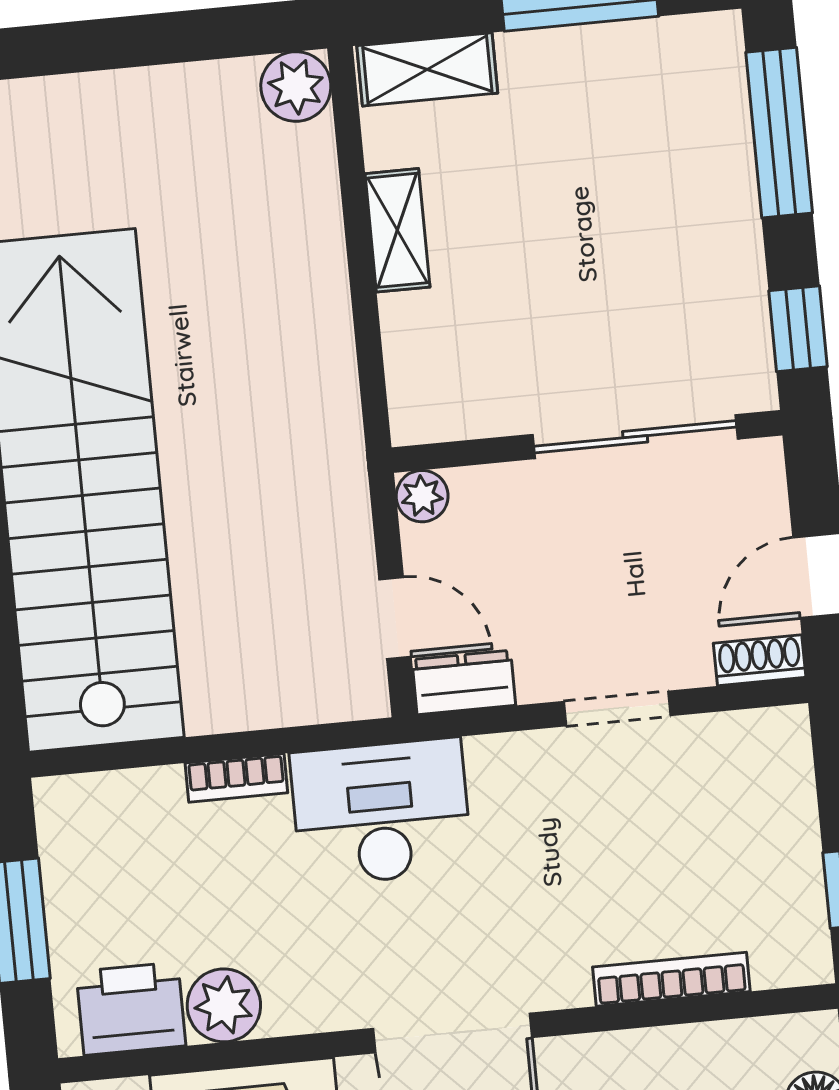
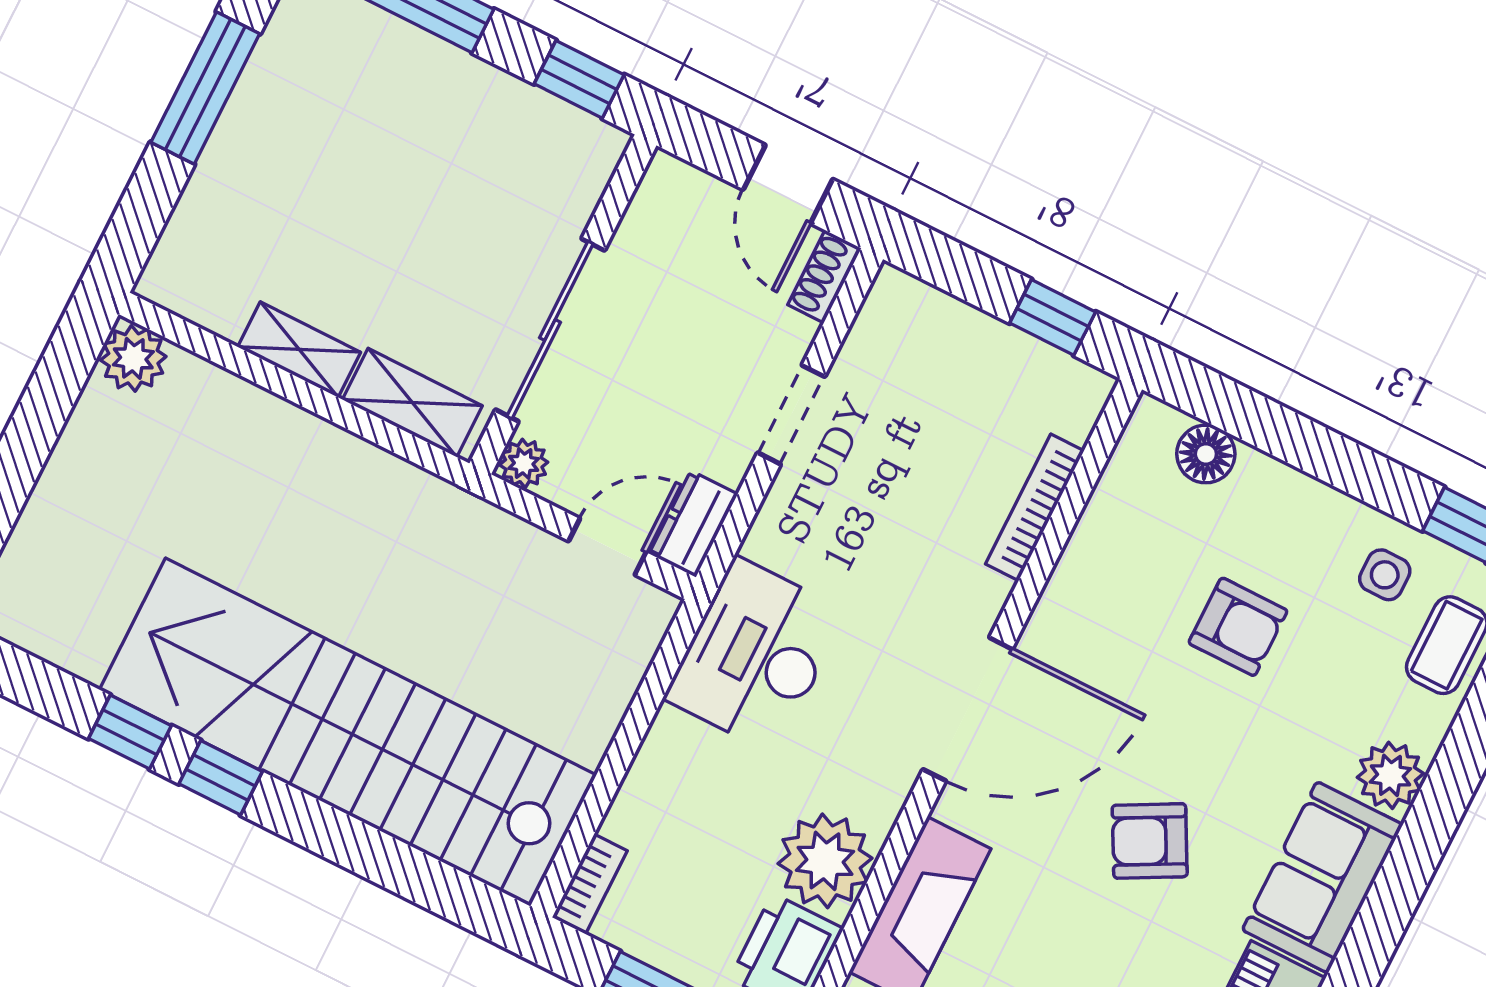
shelving: (427, 69) -> (412, 403), moved, turned 90
sliding door: (635, 437) -> (550, 330), moved
bookcase: (236, 778) -> (590, 884), moved
plant: (224, 1005) -> (825, 861), width x1.36, depth x1.36

